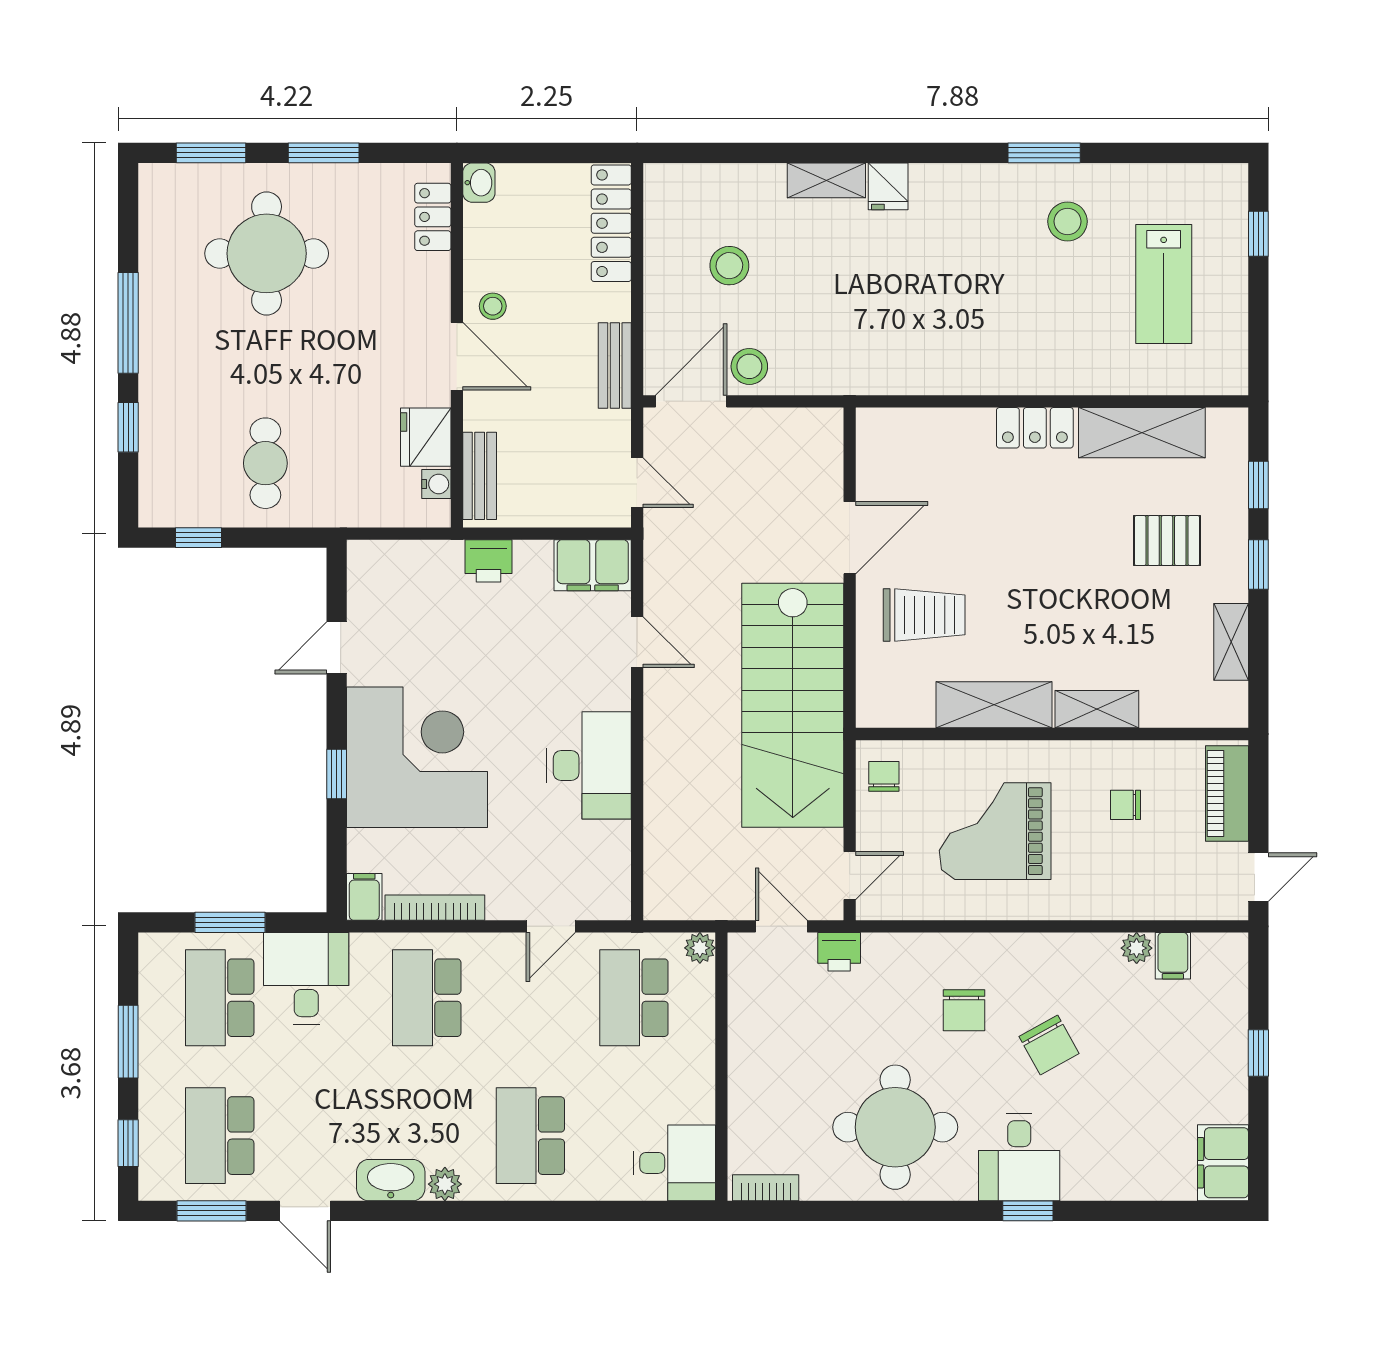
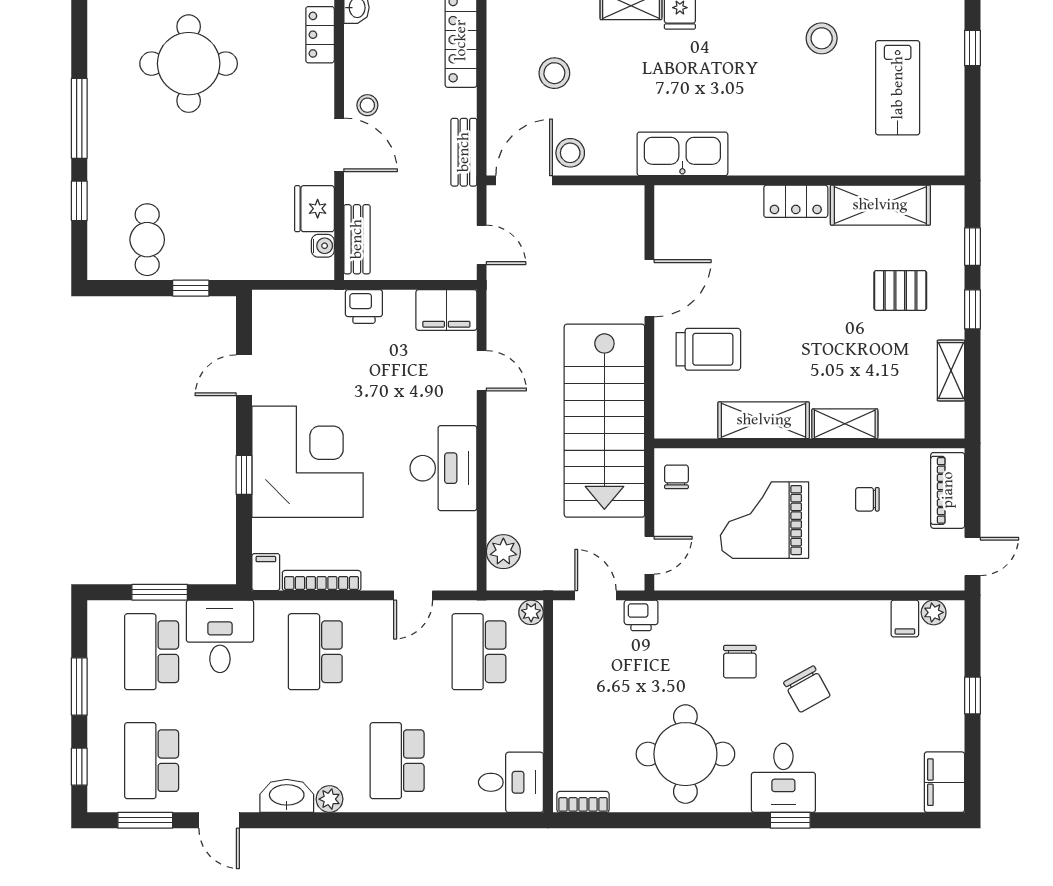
kitchen sink: (891, 368) -> (682, 154), added
cafe table: (265, 463) -> (147, 240), moved
window: (199, 538) -> (191, 288), moved
plant: (665, 871) -> (503, 552), added
plant: (1137, 948) -> (934, 612), moved

